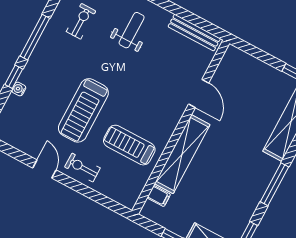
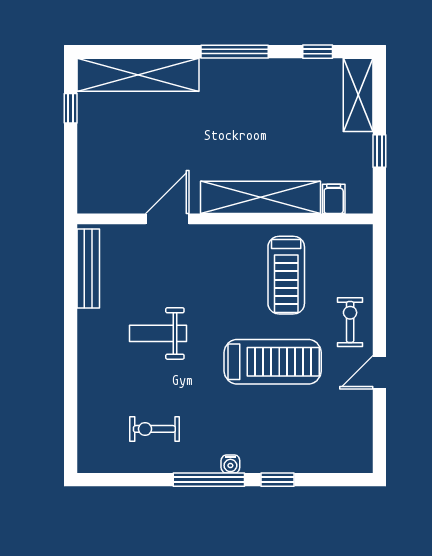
weight bench: (132, 30) -> (158, 333), moved
water cooler: (19, 89) -> (230, 464), moved
exercise bike: (82, 168) -> (350, 322), turned 180

